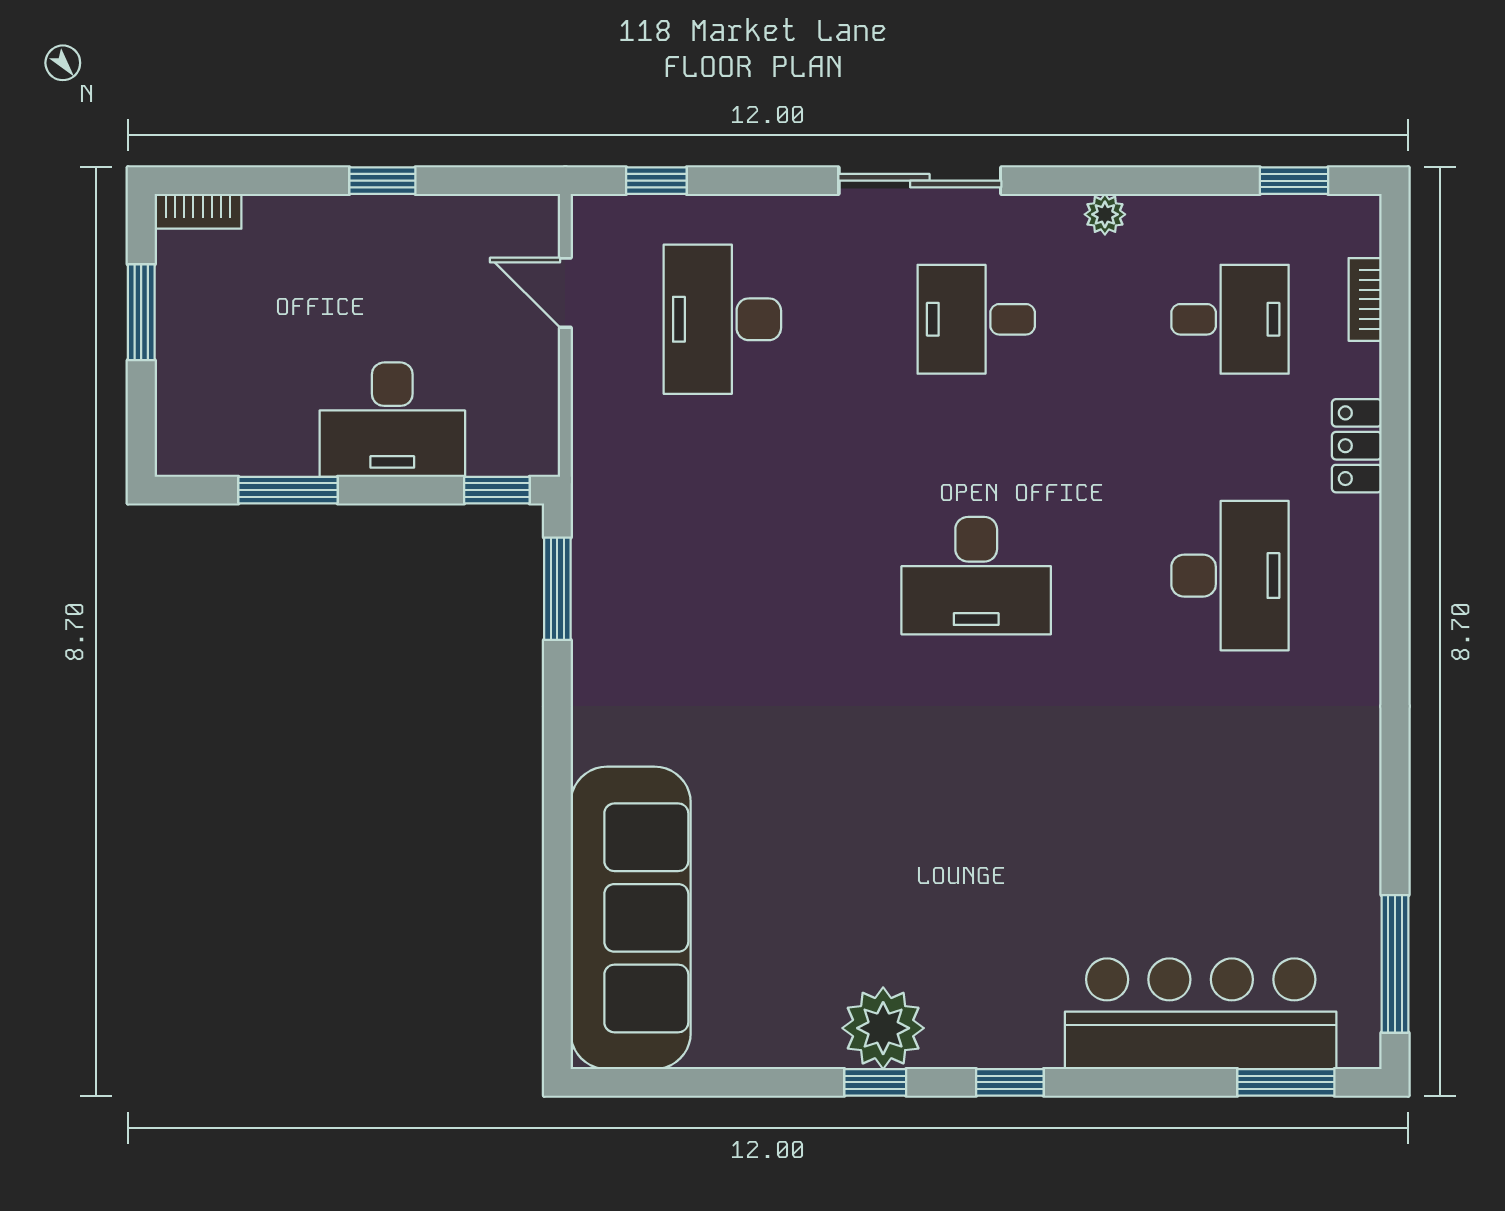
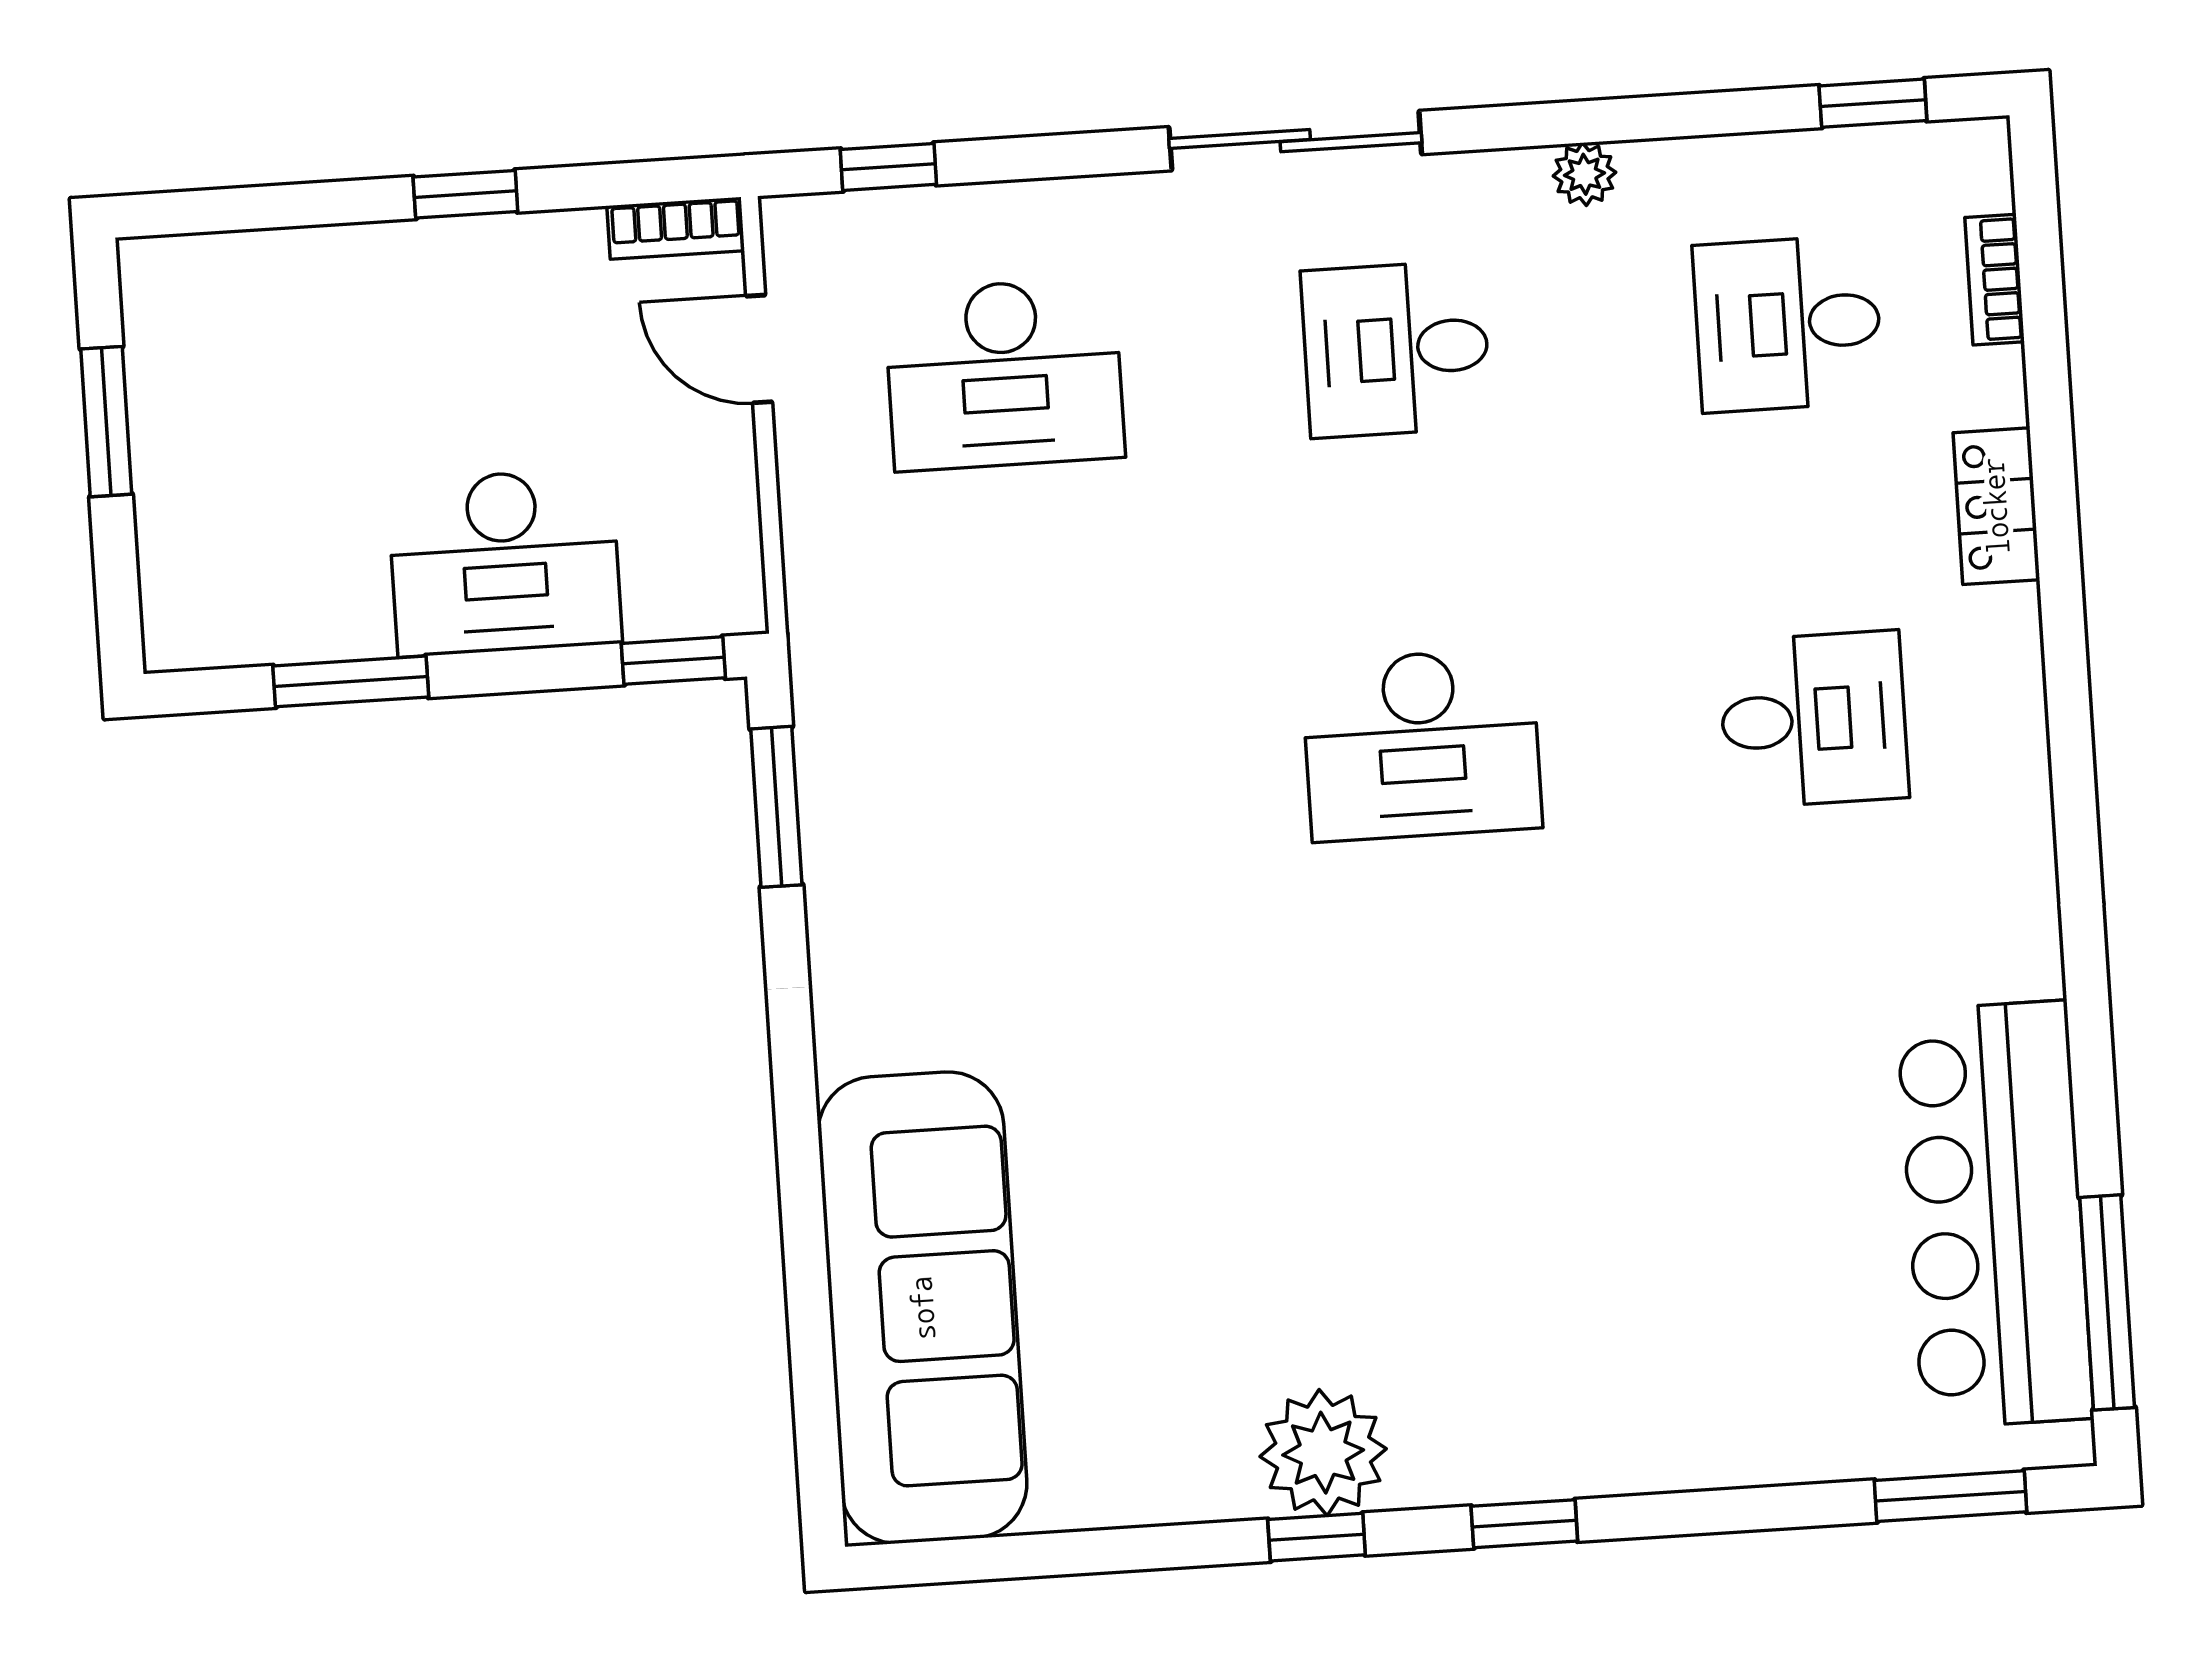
bookcase: (198, 211) -> (676, 228), moved
desk: (722, 319) -> (1004, 374), turned -90
desk: (1230, 319) -> (1788, 324), turned 180
desk: (1230, 576) -> (1814, 719), width x0.73
bar counter: (1201, 1014) -> (1995, 1215), moved, turned -90

